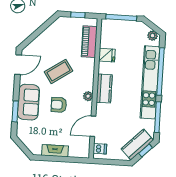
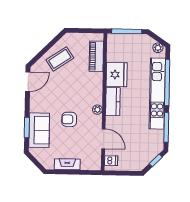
window: (78, 15) -> (84, 31), removed
fridge: (107, 55) -> (117, 75), width x1.88, depth x1.34
coffee table: (59, 71) -> (60, 59), moved
sofa: (28, 102) -> (39, 130), moved
door: (93, 126) -> (103, 139), swing flipped
kitchen counter: (137, 145) -> (147, 155), removed

